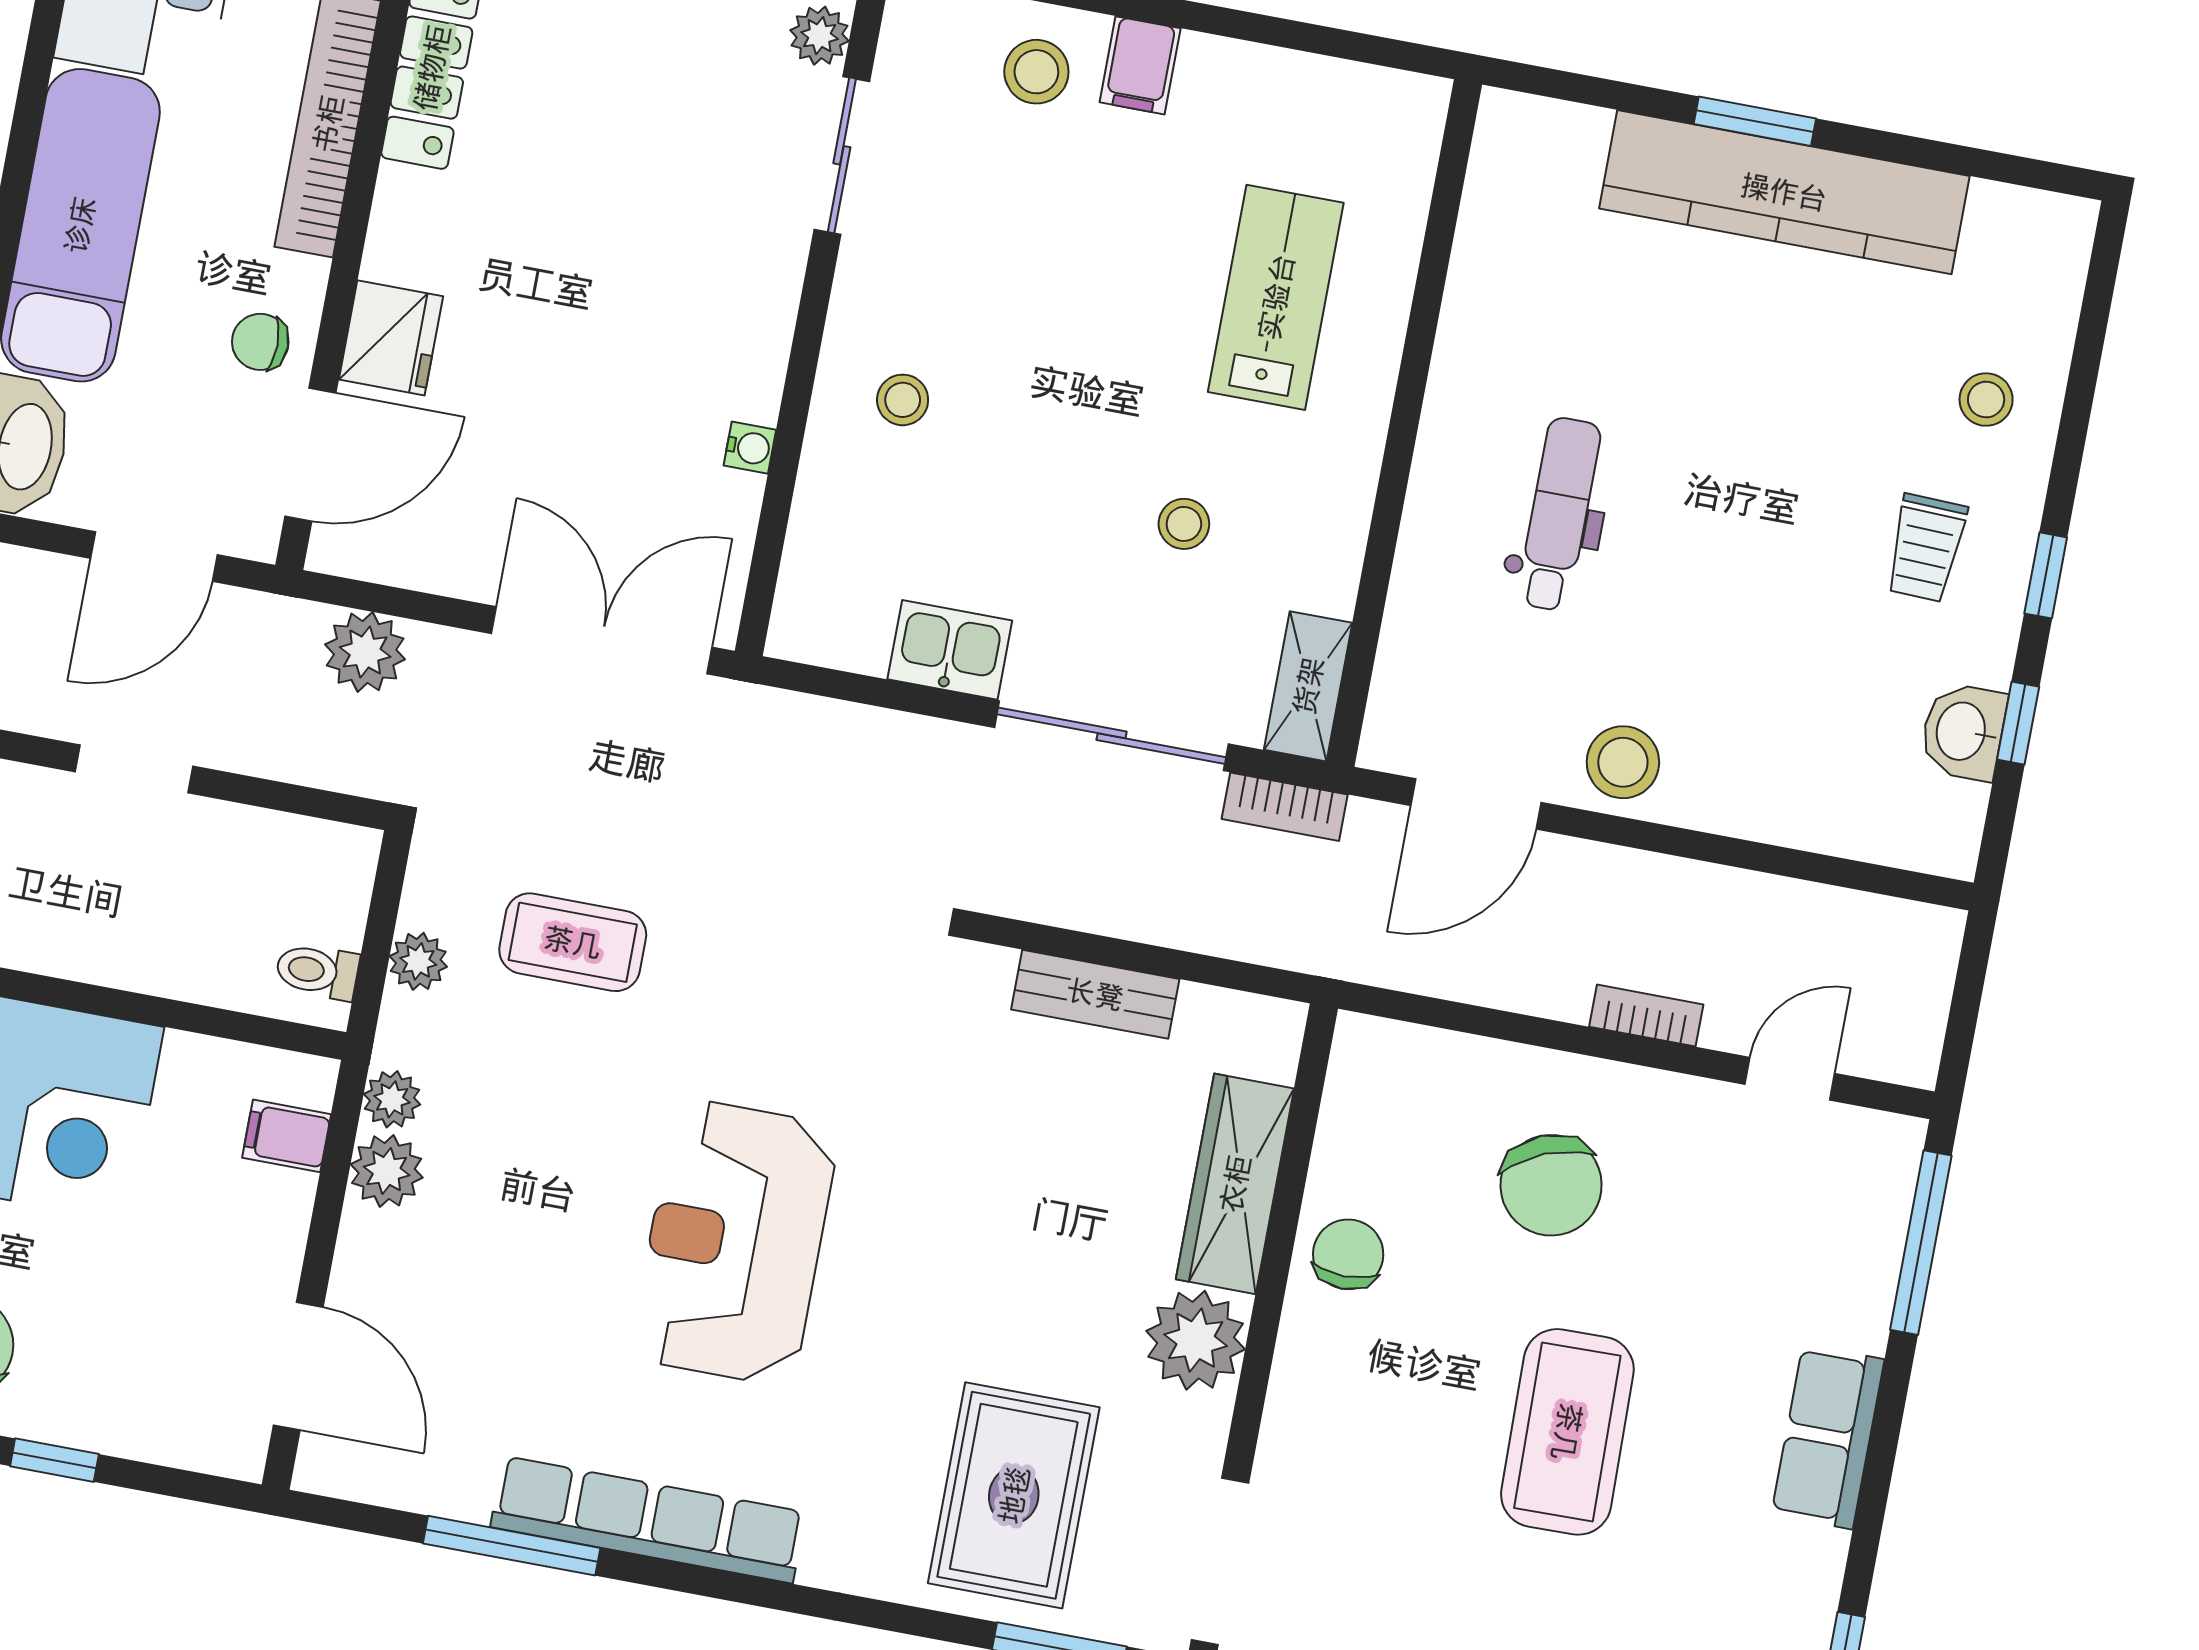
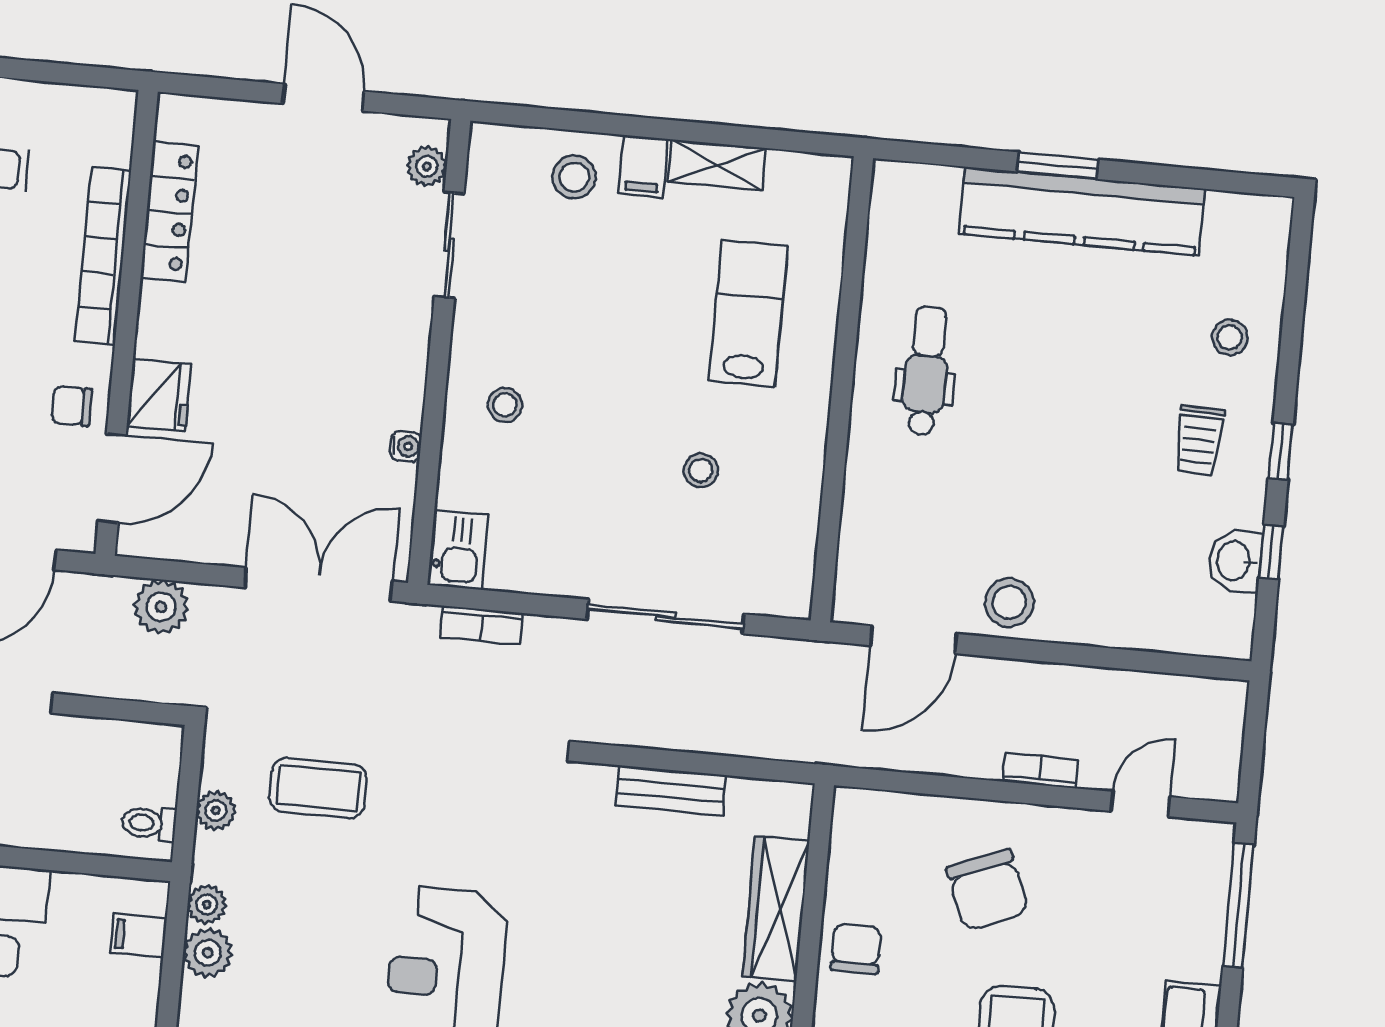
dental chair: (1559, 514) -> (926, 371), moved
kitchen sink: (950, 650) -> (458, 550), moved, turned 90
shelving: (1308, 686) -> (717, 165), moved, turned 90
bookcase: (1285, 807) -> (481, 625), moved

